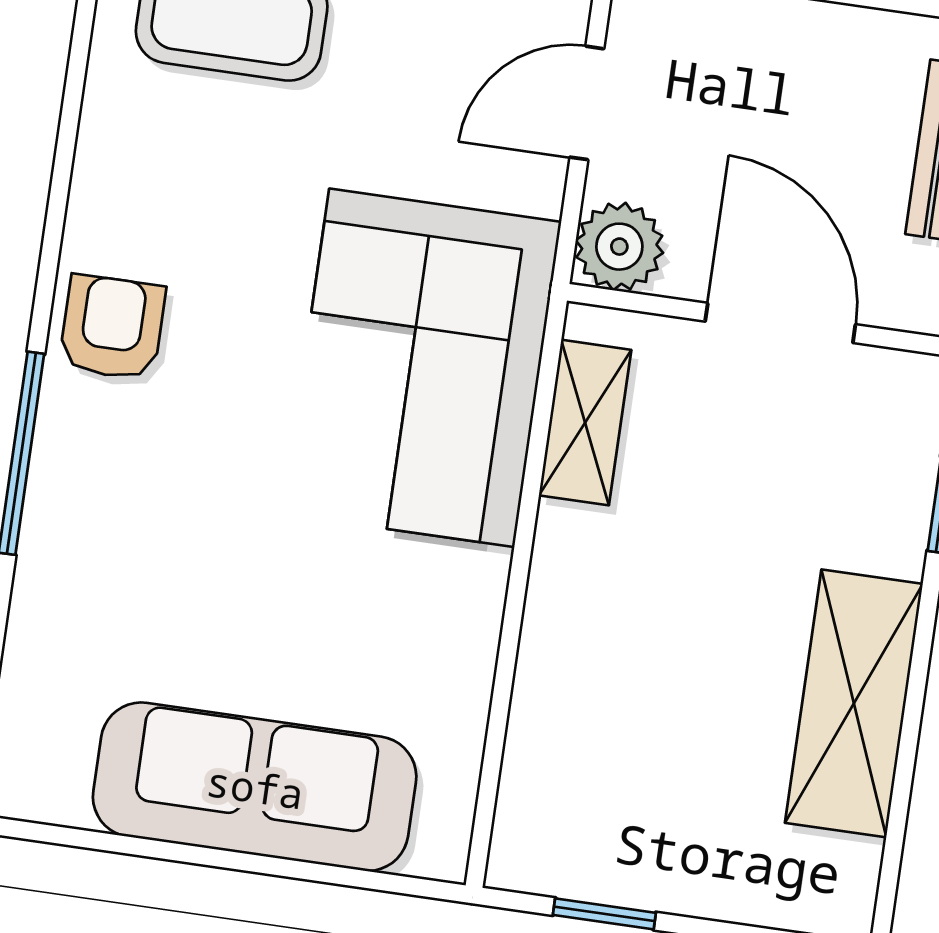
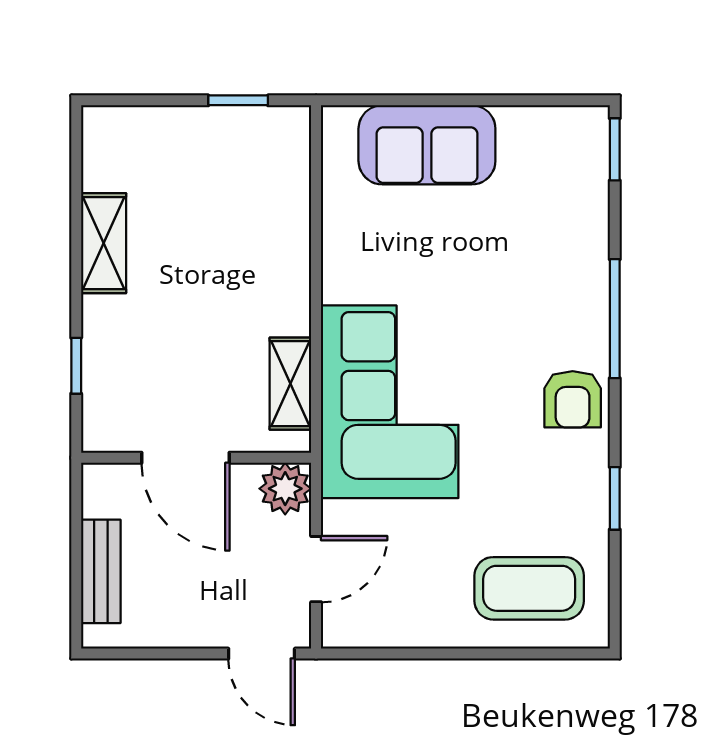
window: (65, 150) -> (615, 498), added
shelving: (854, 703) -> (104, 243), width x0.67, depth x0.75
sofa: (255, 787) -> (427, 145), width x0.73

